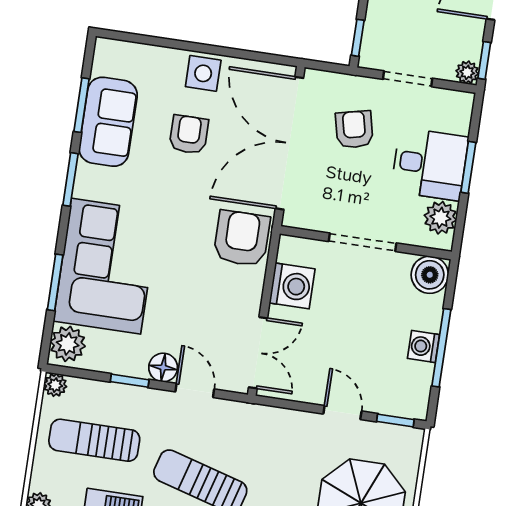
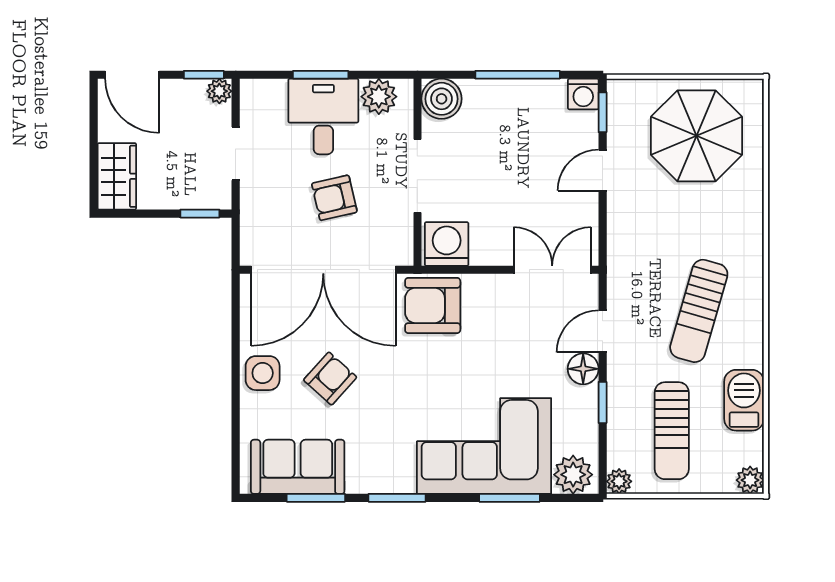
sofa: (108, 122) -> (298, 467), moved
armchair: (354, 129) -> (334, 198), moved
armchair: (189, 134) -> (330, 379), turned 132
washing machine: (292, 286) -> (447, 244), moved
washing machine: (423, 346) -> (583, 94), moved

